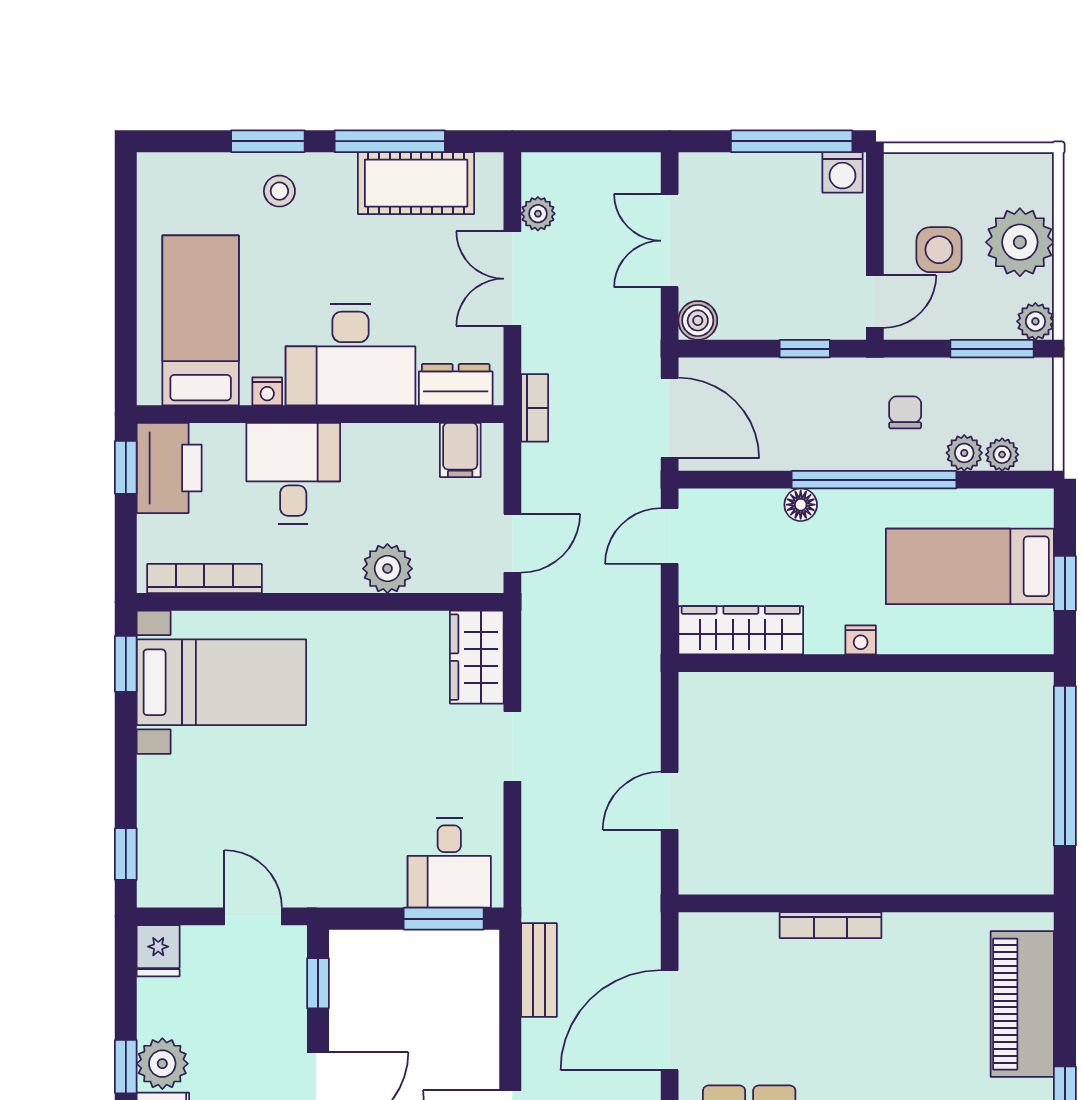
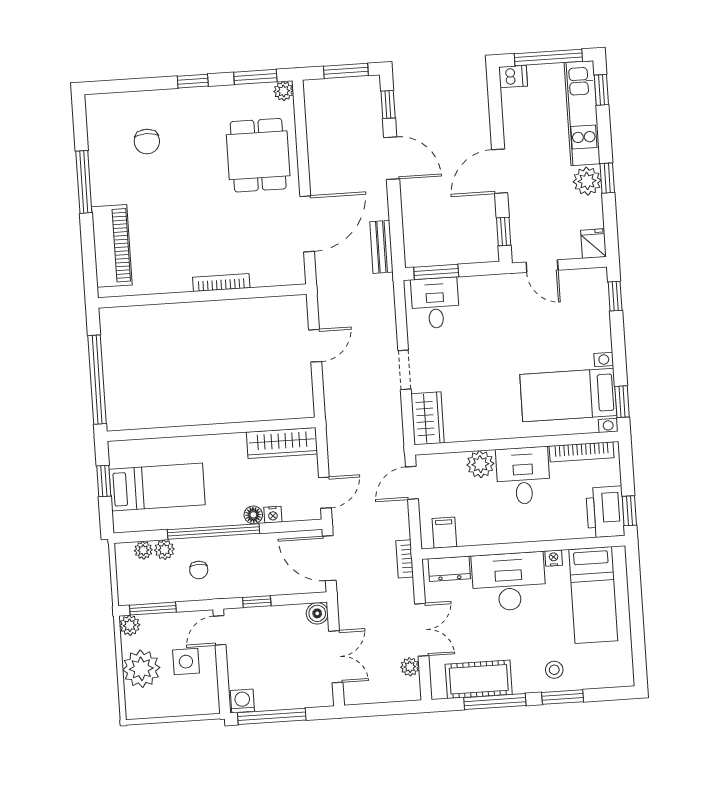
desk: (293, 473) -> (523, 476), moved, turned 180
nightstand: (861, 640) -> (273, 515), moved, turned 180

